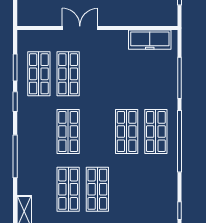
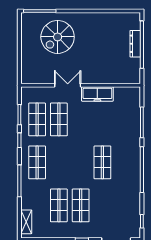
freezer: (150, 40) -> (97, 94), moved
shop shelf: (68, 132) -> (37, 162), moved
shop shelf: (156, 132) -> (124, 162), removed

